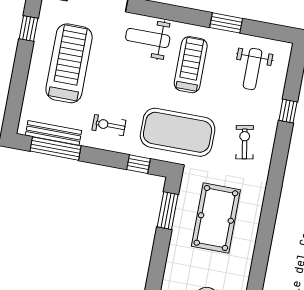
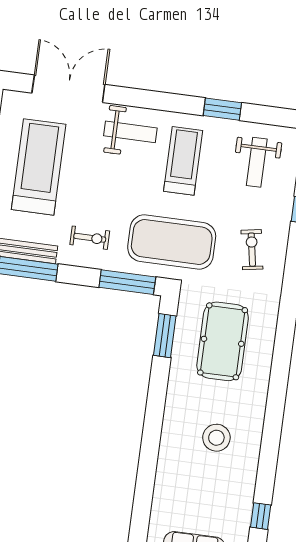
weight bench: (148, 38) -> (130, 132), turned 180
exercise bike: (109, 125) -> (90, 238), turned 180
window: (138, 164) -> (127, 282), width x2.17

